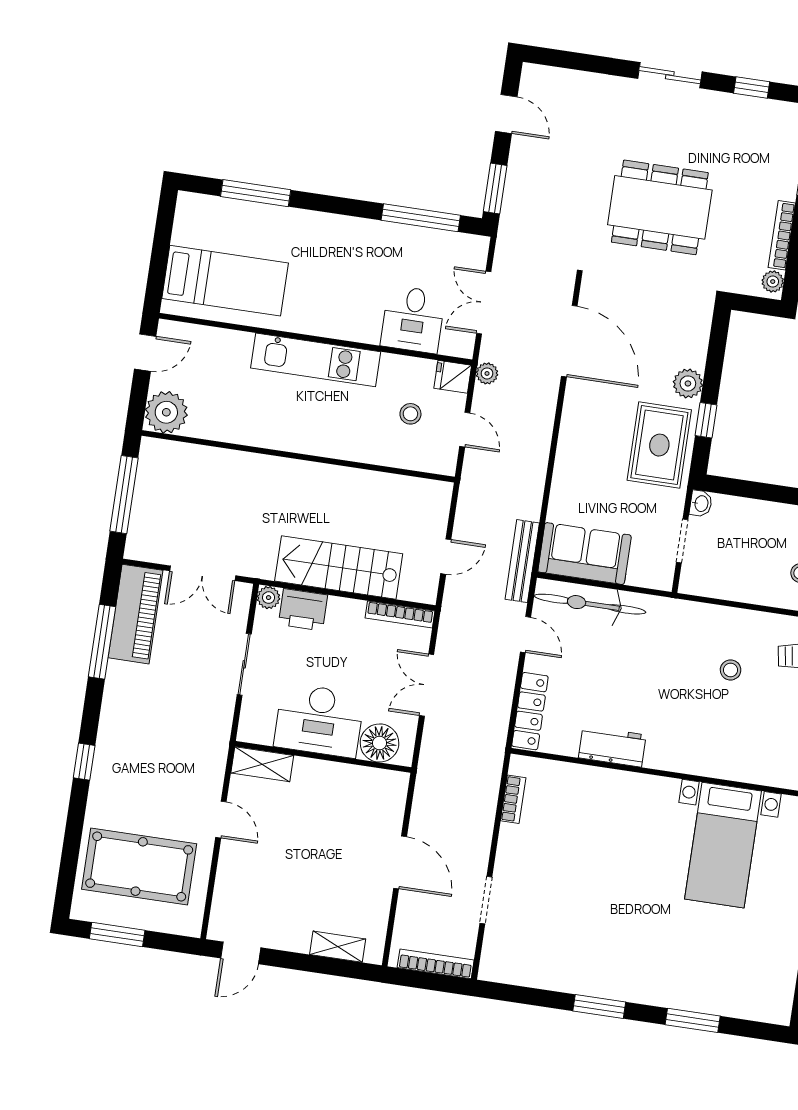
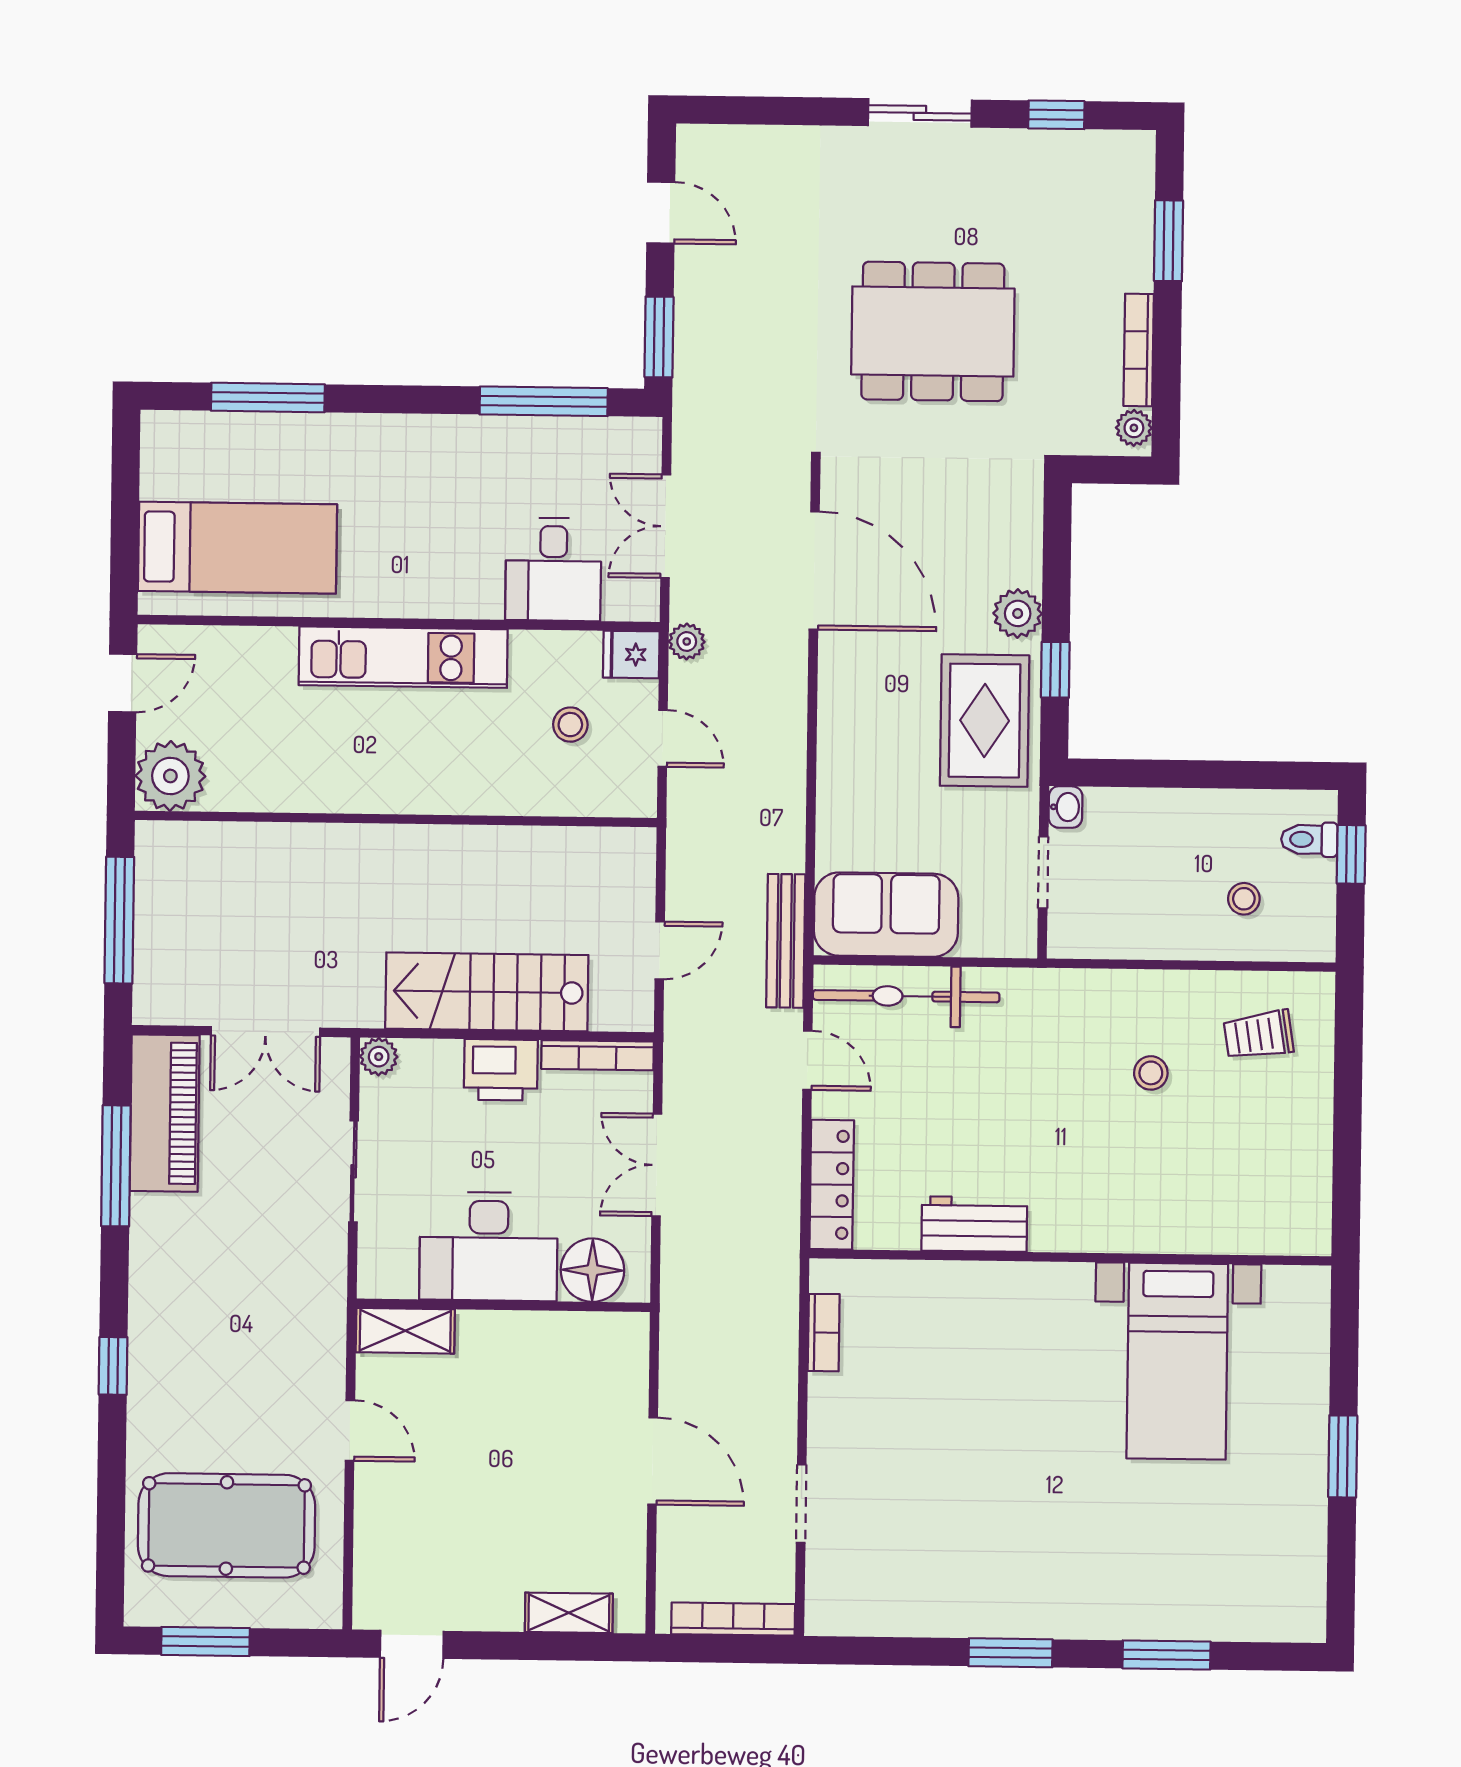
printer: (303, 610) -> (501, 1070), moved

